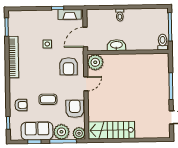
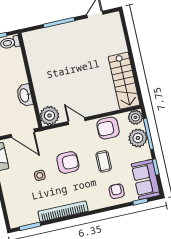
armchair: (68, 66) -> (68, 162), moved
sofa: (37, 131) -> (146, 180), moved

